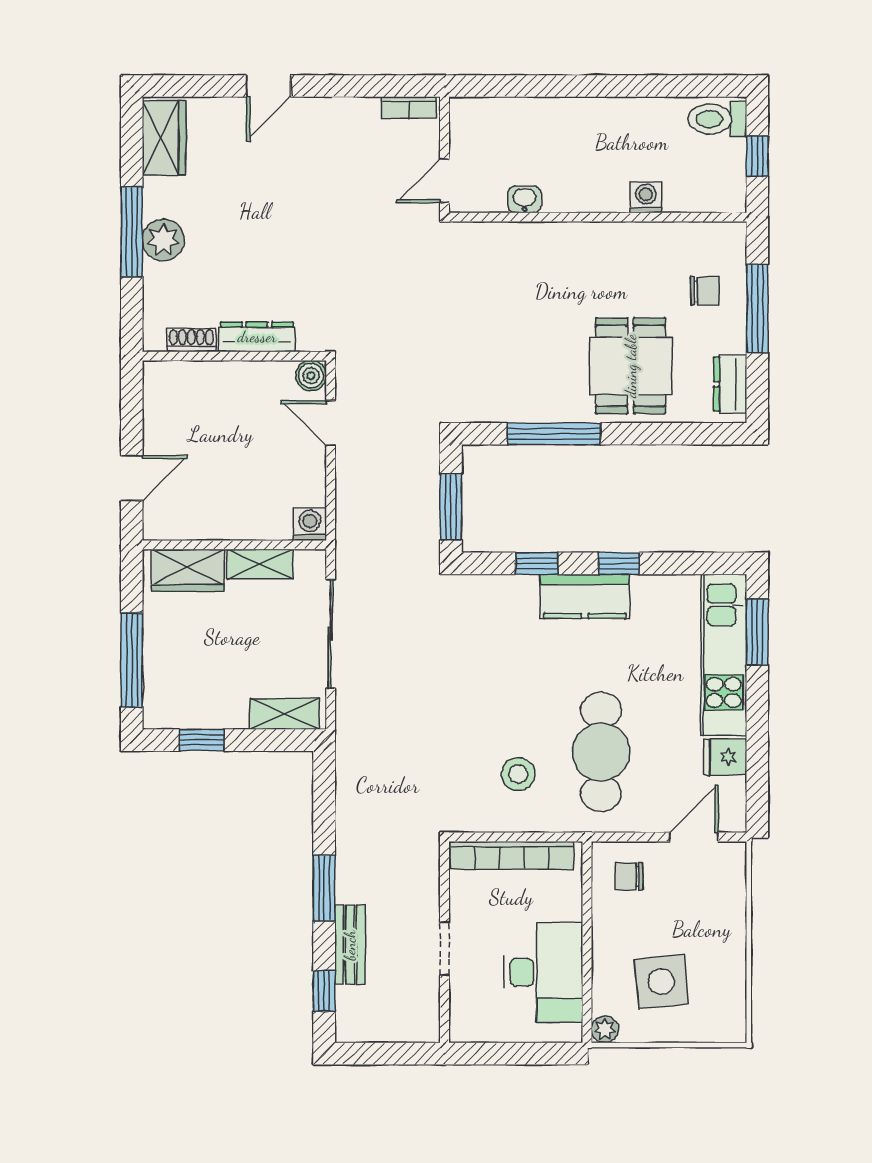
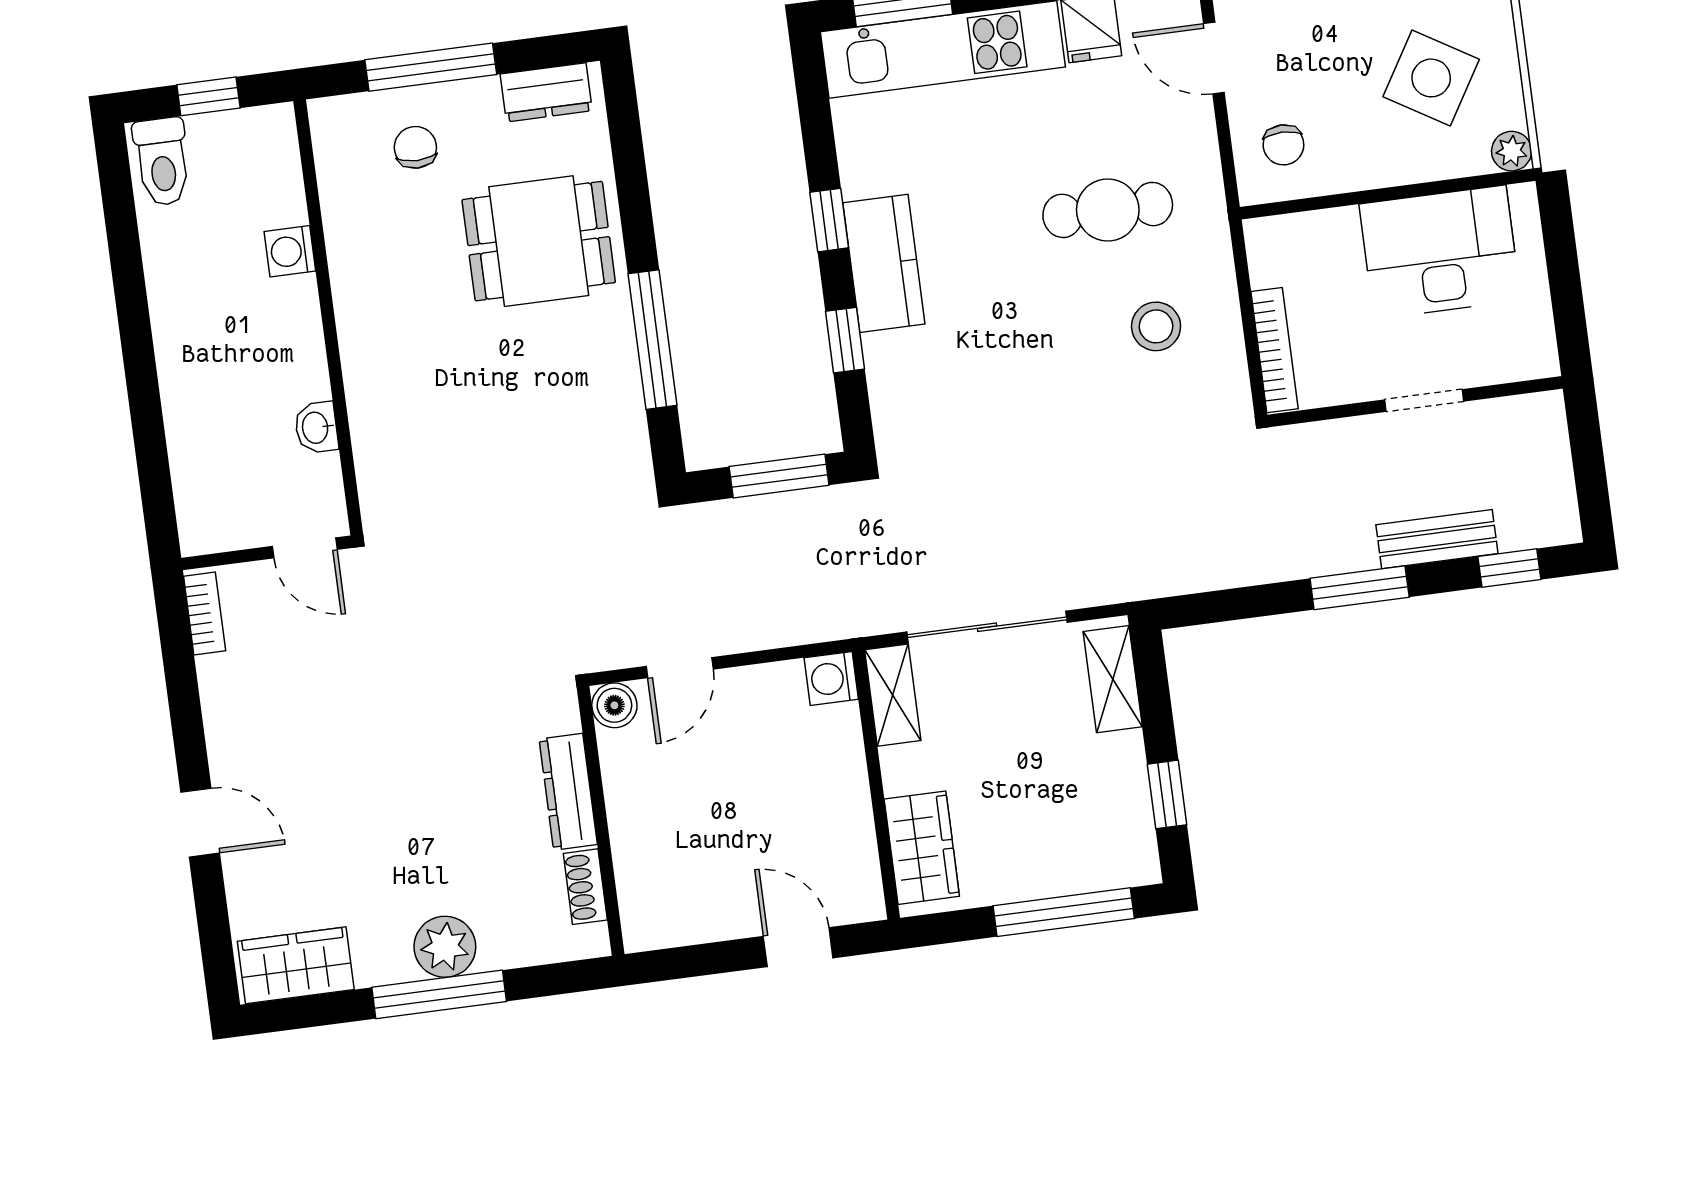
shelving: (260, 564) -> (893, 695), moved
cafe table: (601, 752) -> (1108, 210), width x0.73, depth x0.74
bookcase: (512, 855) -> (1274, 350), width x0.68, depth x0.76
side table: (661, 982) -> (1431, 78), turned 37

